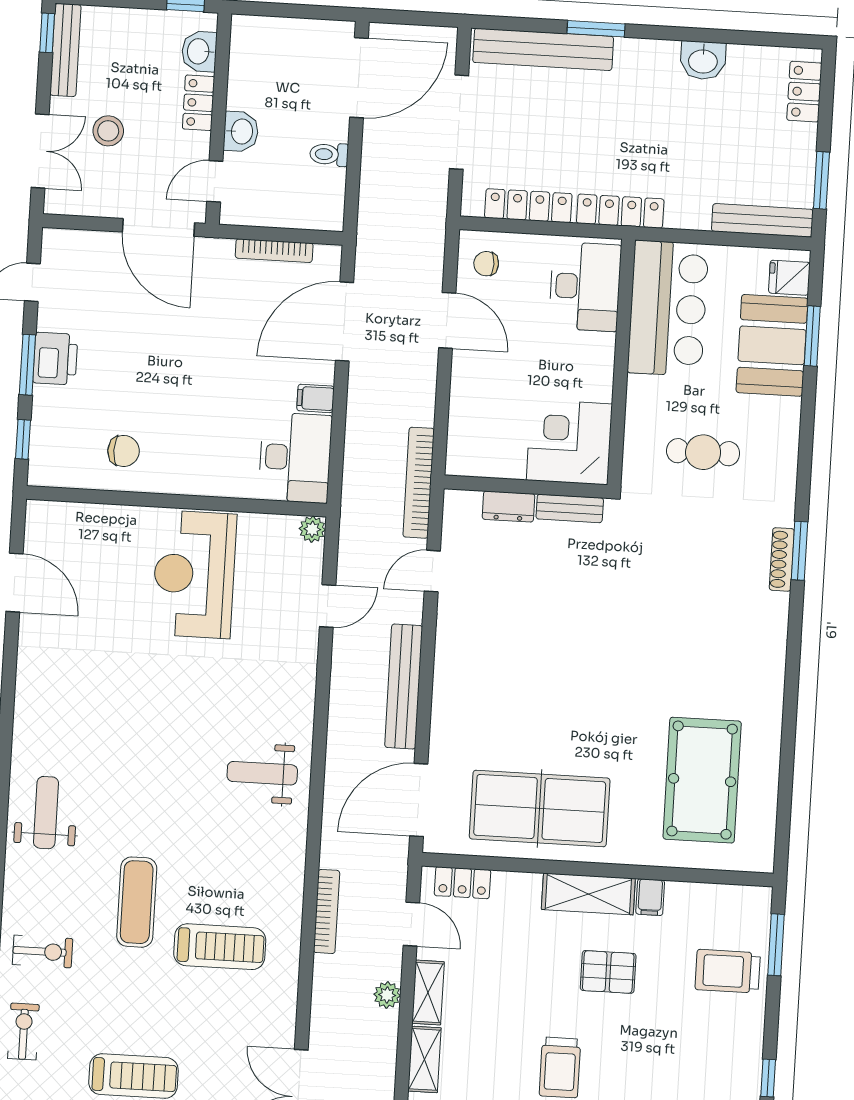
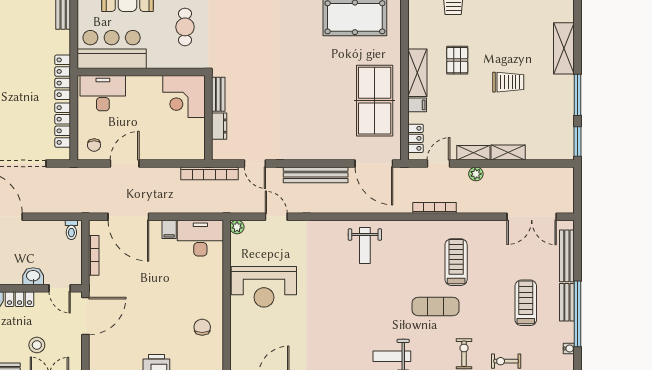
toilet: (329, 154) -> (71, 230), moved
filing cabinet: (650, 897) -> (417, 105), moved

